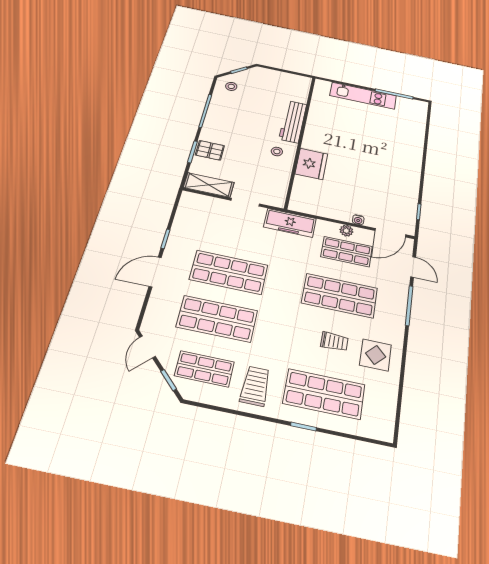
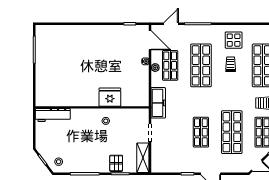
kitchen unit: (363, 96) -> (42, 71), removed
workbench: (293, 122) -> (53, 115), moved
shop shelf: (229, 272) -> (201, 132), width x0.70, depth x0.74

